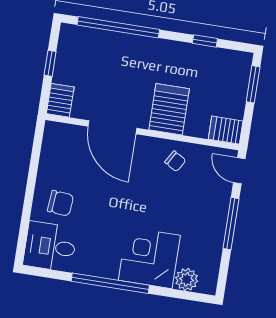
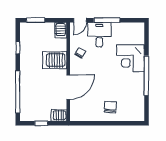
desk: (50, 247) -> (99, 35), moved, turned 180
plant: (187, 279) -> (138, 38), removed

